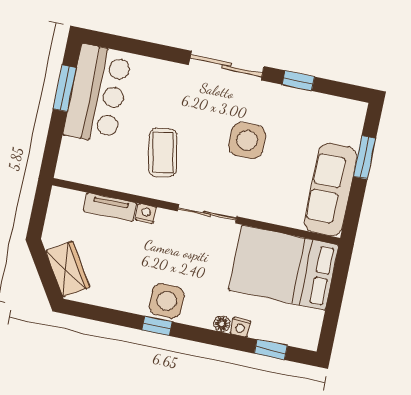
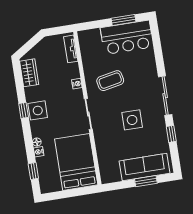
sofa: (331, 189) -> (144, 167), moved
tv unit: (110, 207) -> (71, 49), moved
wardrobe: (68, 269) -> (29, 73), moved, turned -57

